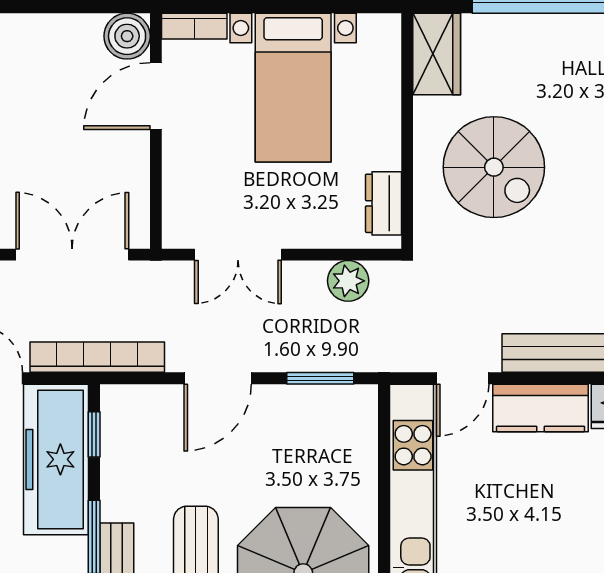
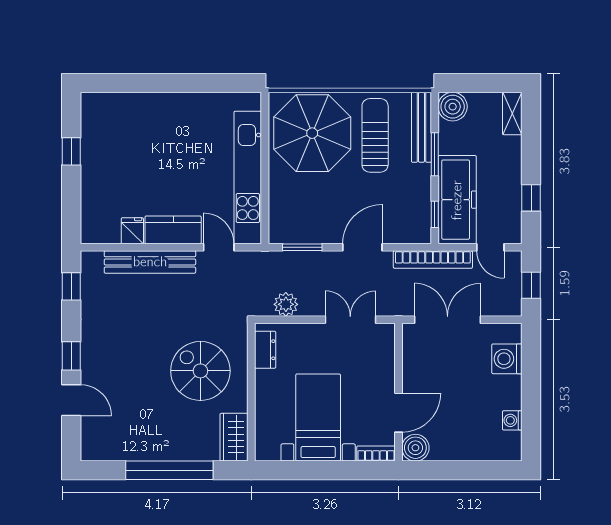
double door: (72, 255) -> (448, 320), swing flipped
door: (463, 378) -> (219, 247), hinge flipped

